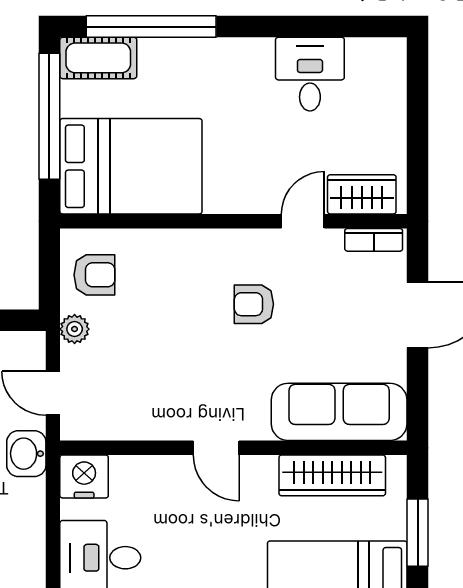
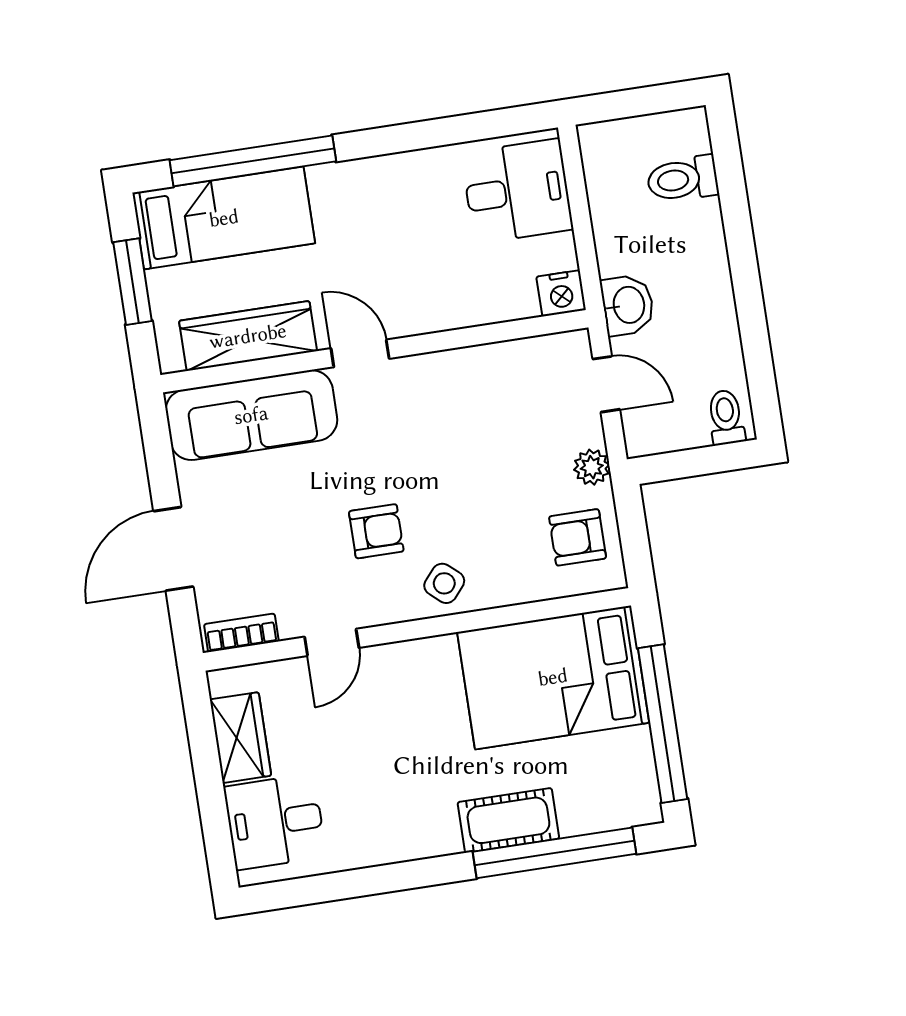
cot: (98, 58) -> (508, 820), moved
desk: (310, 74) -> (275, 822), moved, turned 90
wardrobe: (362, 194) -> (241, 738), moved, turned -90
side table: (206, 254) -> (444, 583), added
door: (216, 448) -> (360, 353), moved
nightstand: (84, 476) -> (561, 293), width x0.74, depth x0.75

